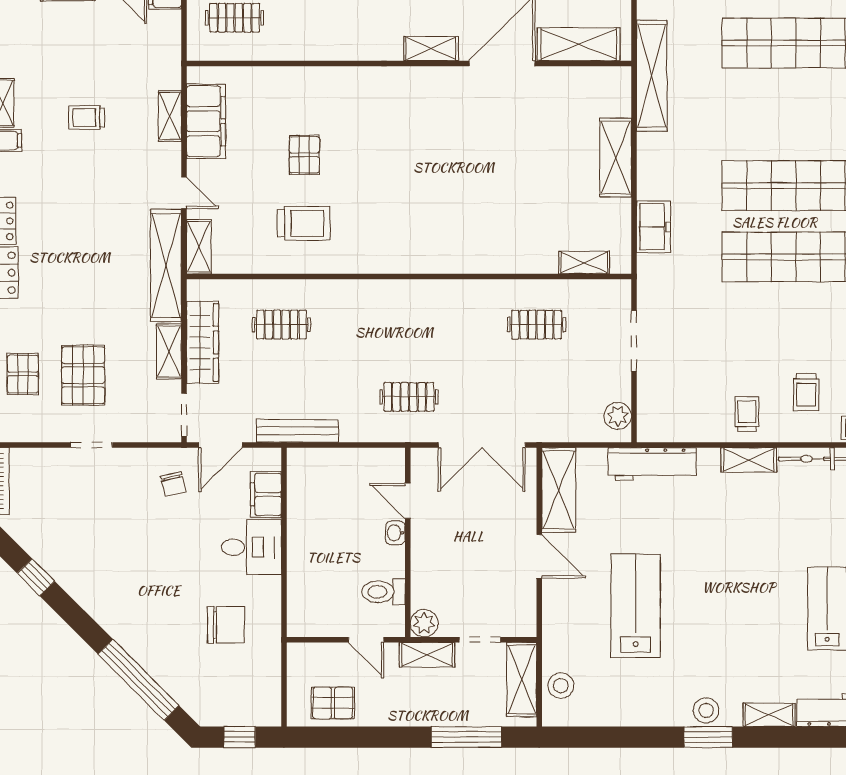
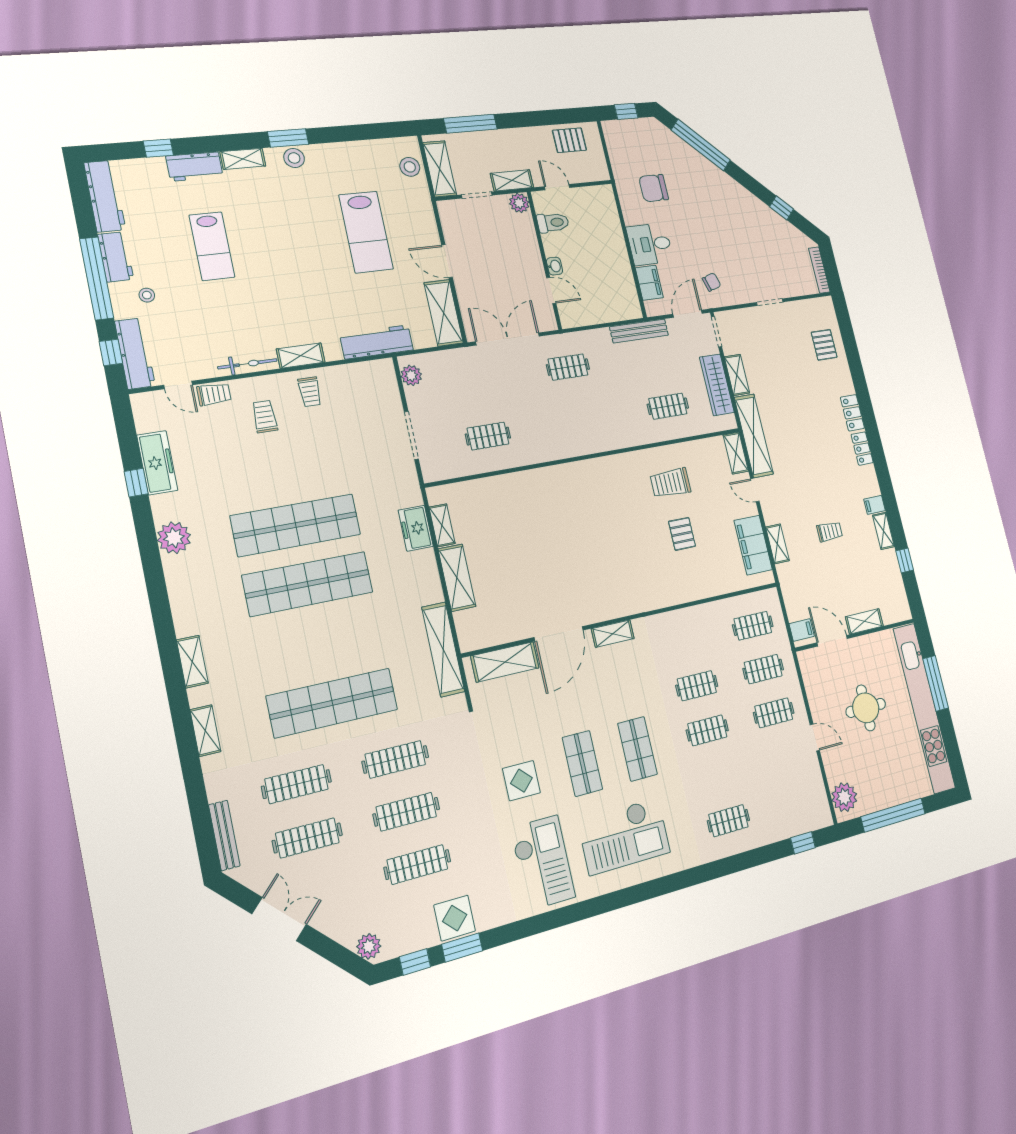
shelving: (584, 263) -> (442, 525), moved, turned 90
pallet: (83, 375) -> (787, 350), removed
chair: (173, 484) -> (712, 282), turned 86

